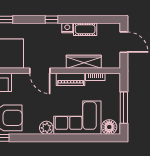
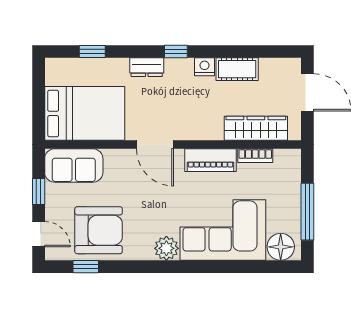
dresser: (35, 28) -> (147, 67), added
wardrobe: (84, 62) -> (256, 128), moved

